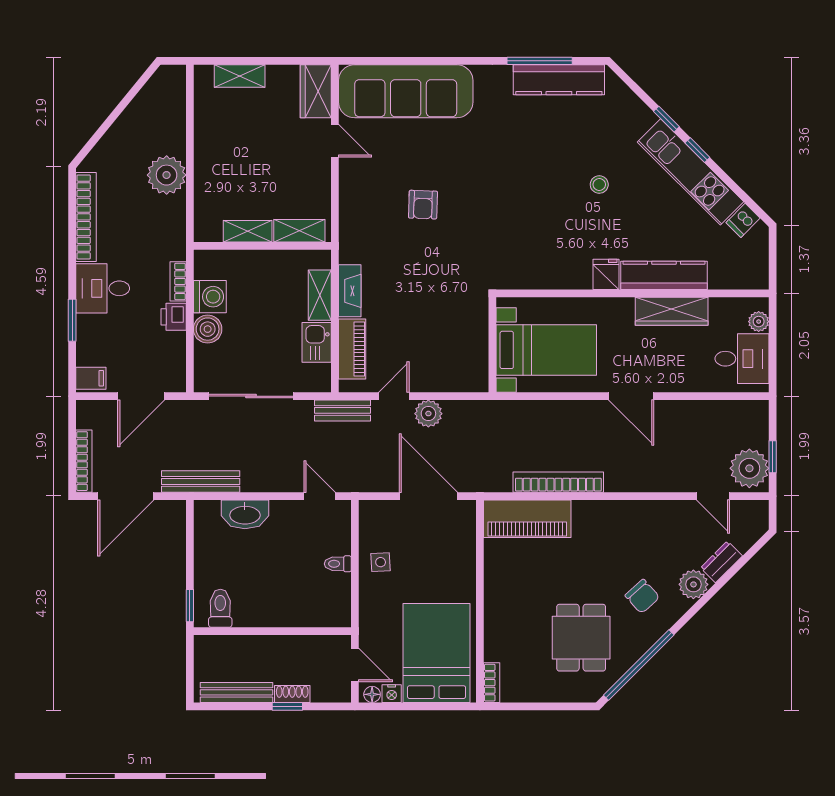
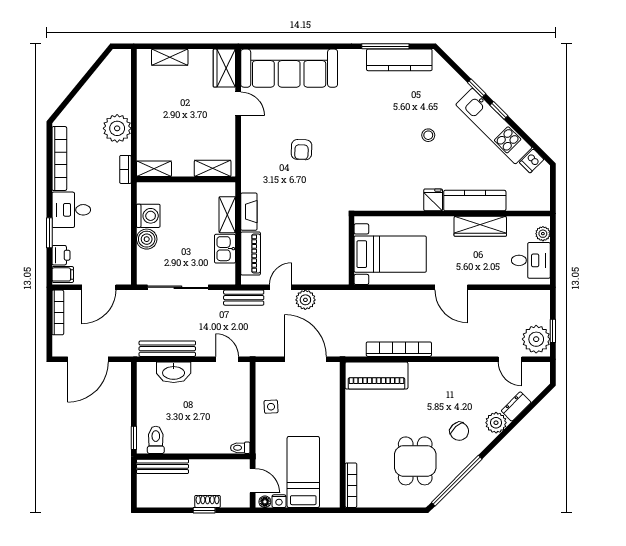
shelving: (248, 231) -> (154, 169), moved
bookcase: (178, 281) -> (125, 169), moved
printer: (174, 317) -> (61, 255), moved, turned 180
bookcase: (84, 461) -> (58, 312), moved
bench: (201, 481) -> (167, 349), moved
toilet: (338, 564) -> (240, 448), moved
bed: (437, 653) -> (303, 472), width x0.67
bookcase: (492, 683) -> (351, 485), width x1.56
bench: (236, 692) -> (162, 466), moved

